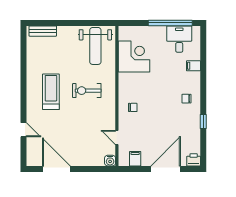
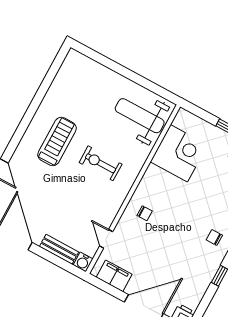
bench: (43, 31) -> (59, 249), moved
weight bench: (95, 46) -> (140, 116), turned 90
filing cabinet: (135, 159) -> (114, 276), width x2.00

